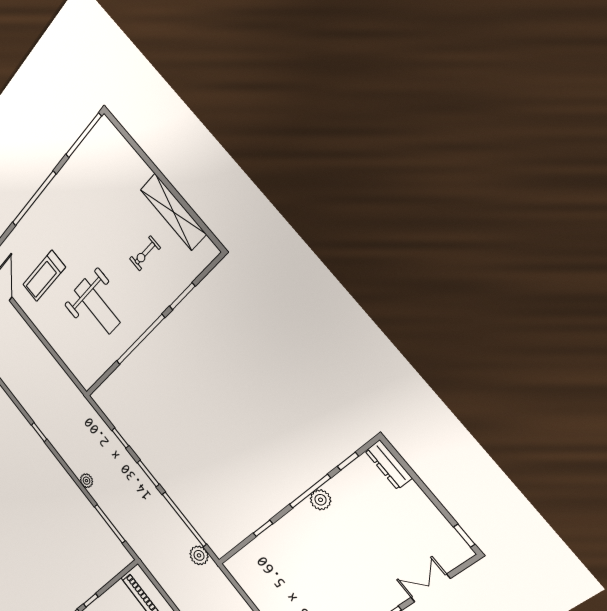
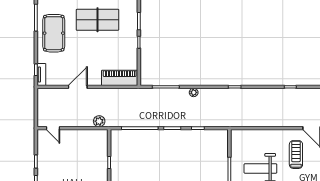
plant: (199, 555) -> (99, 121), moved

